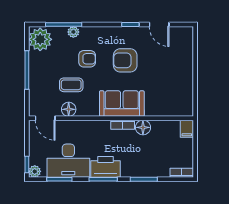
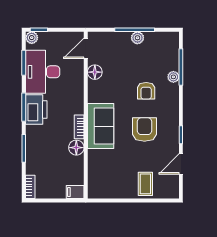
plant: (40, 39) -> (137, 38), moved, width x0.53, depth x0.53
coffee table: (71, 85) -> (145, 184), moved

